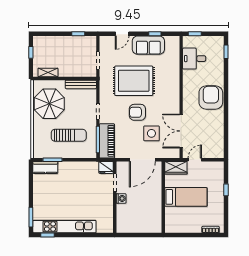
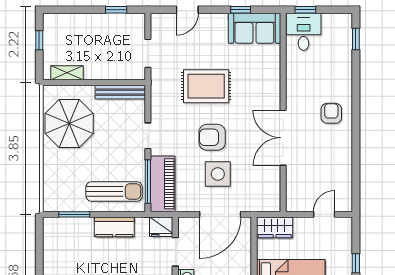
sofa: (148, 45) -> (254, 28), moved
desk: (194, 59) -> (304, 32), moved, turned 90
rug: (134, 81) -> (206, 86), width x0.73, depth x0.69
armchair: (211, 97) -> (331, 113), width x0.53, depth x0.53
double door: (181, 131) -> (283, 138), moved
side table: (151, 133) -> (218, 174), moved
sun lounger: (69, 135) -> (114, 192), moved
door: (195, 160) -> (324, 214), moved
kitchen counter: (45, 167) -> (114, 227), moved

